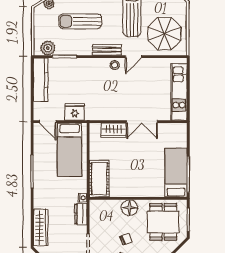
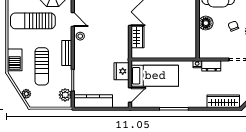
bench: (107, 50) -> (67, 53), moved
cot: (99, 179) -> (180, 50), removed

